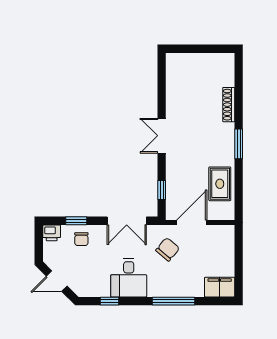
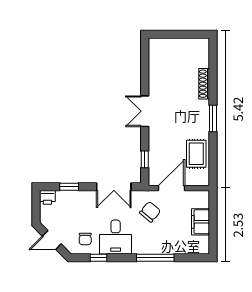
chair: (81, 239) -> (85, 239), moved
filing cabinet: (220, 287) -> (201, 222), moved, turned -90

